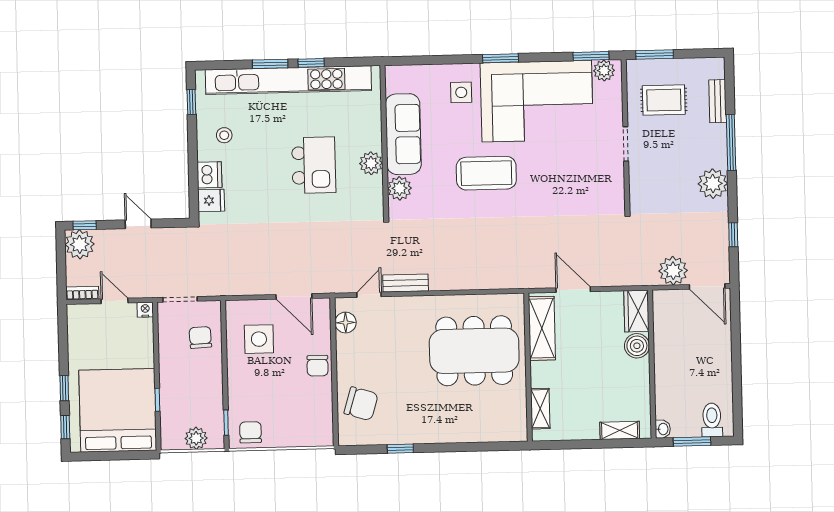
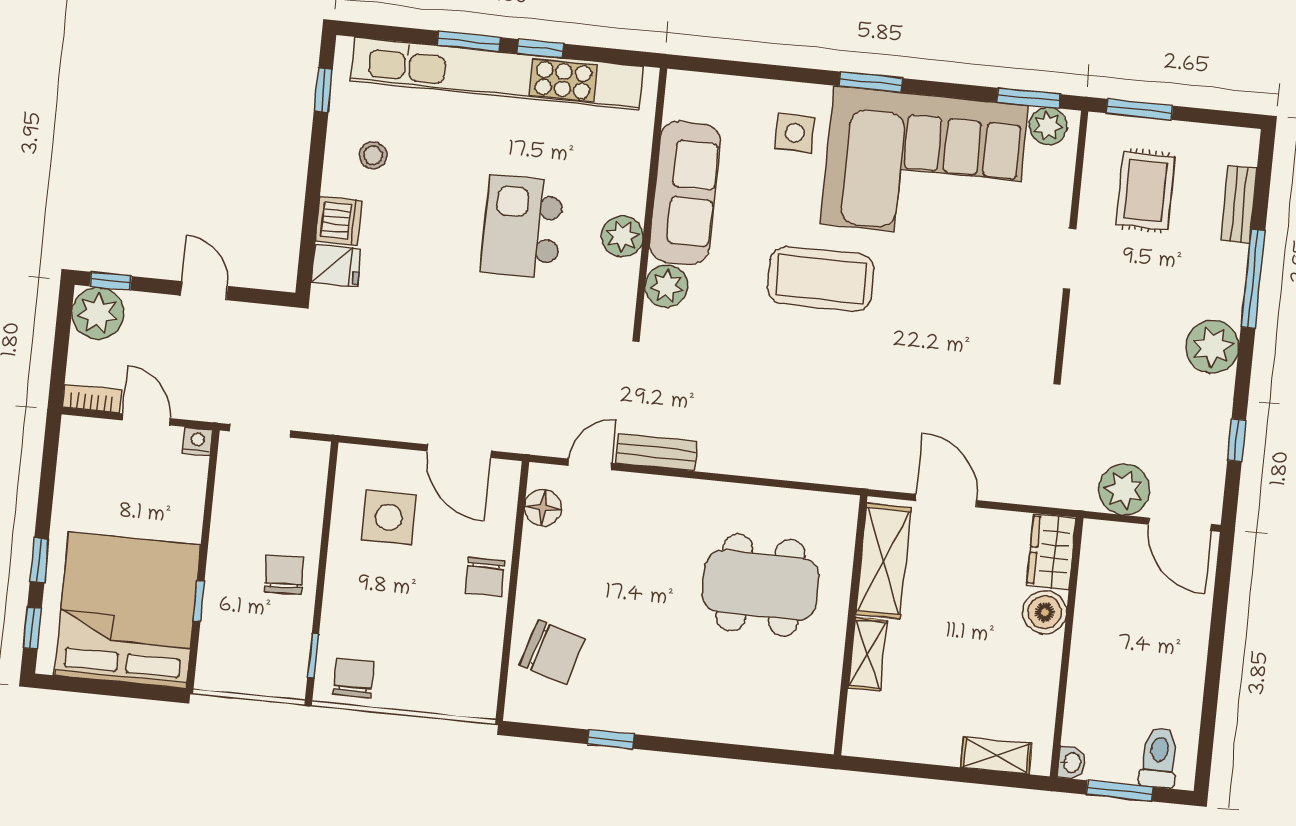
rug: (664, 100) -> (1145, 191), turned 90
kitchen island: (314, 165) -> (522, 227), turned 180
chair: (200, 337) -> (284, 575), moved
dining table: (474, 351) -> (761, 585), width x0.73, depth x0.80
shelving: (540, 409) -> (867, 654), moved
plant: (196, 438) -> (258, 676), removed

